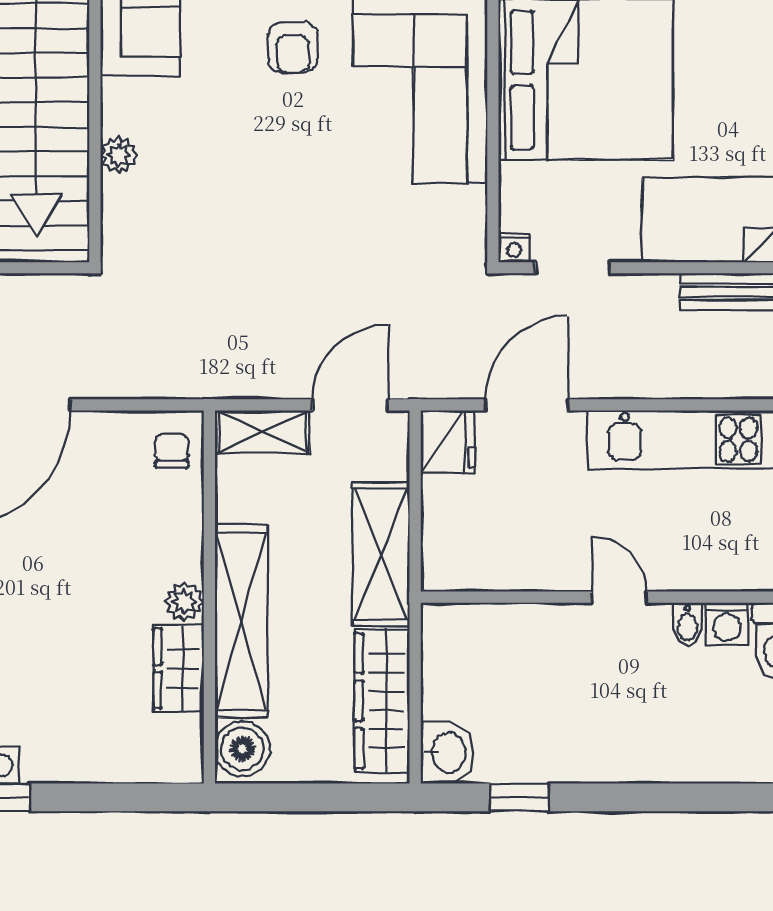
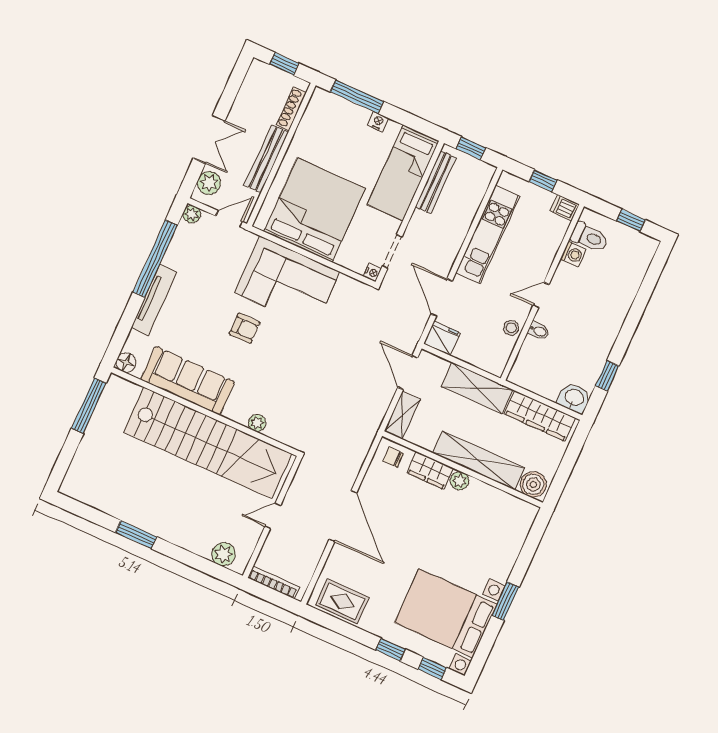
stool: (529, 568) -> (511, 328), added
bidet: (688, 624) -> (539, 331), moved
wardrobe: (179, 668) -> (430, 470), moved

